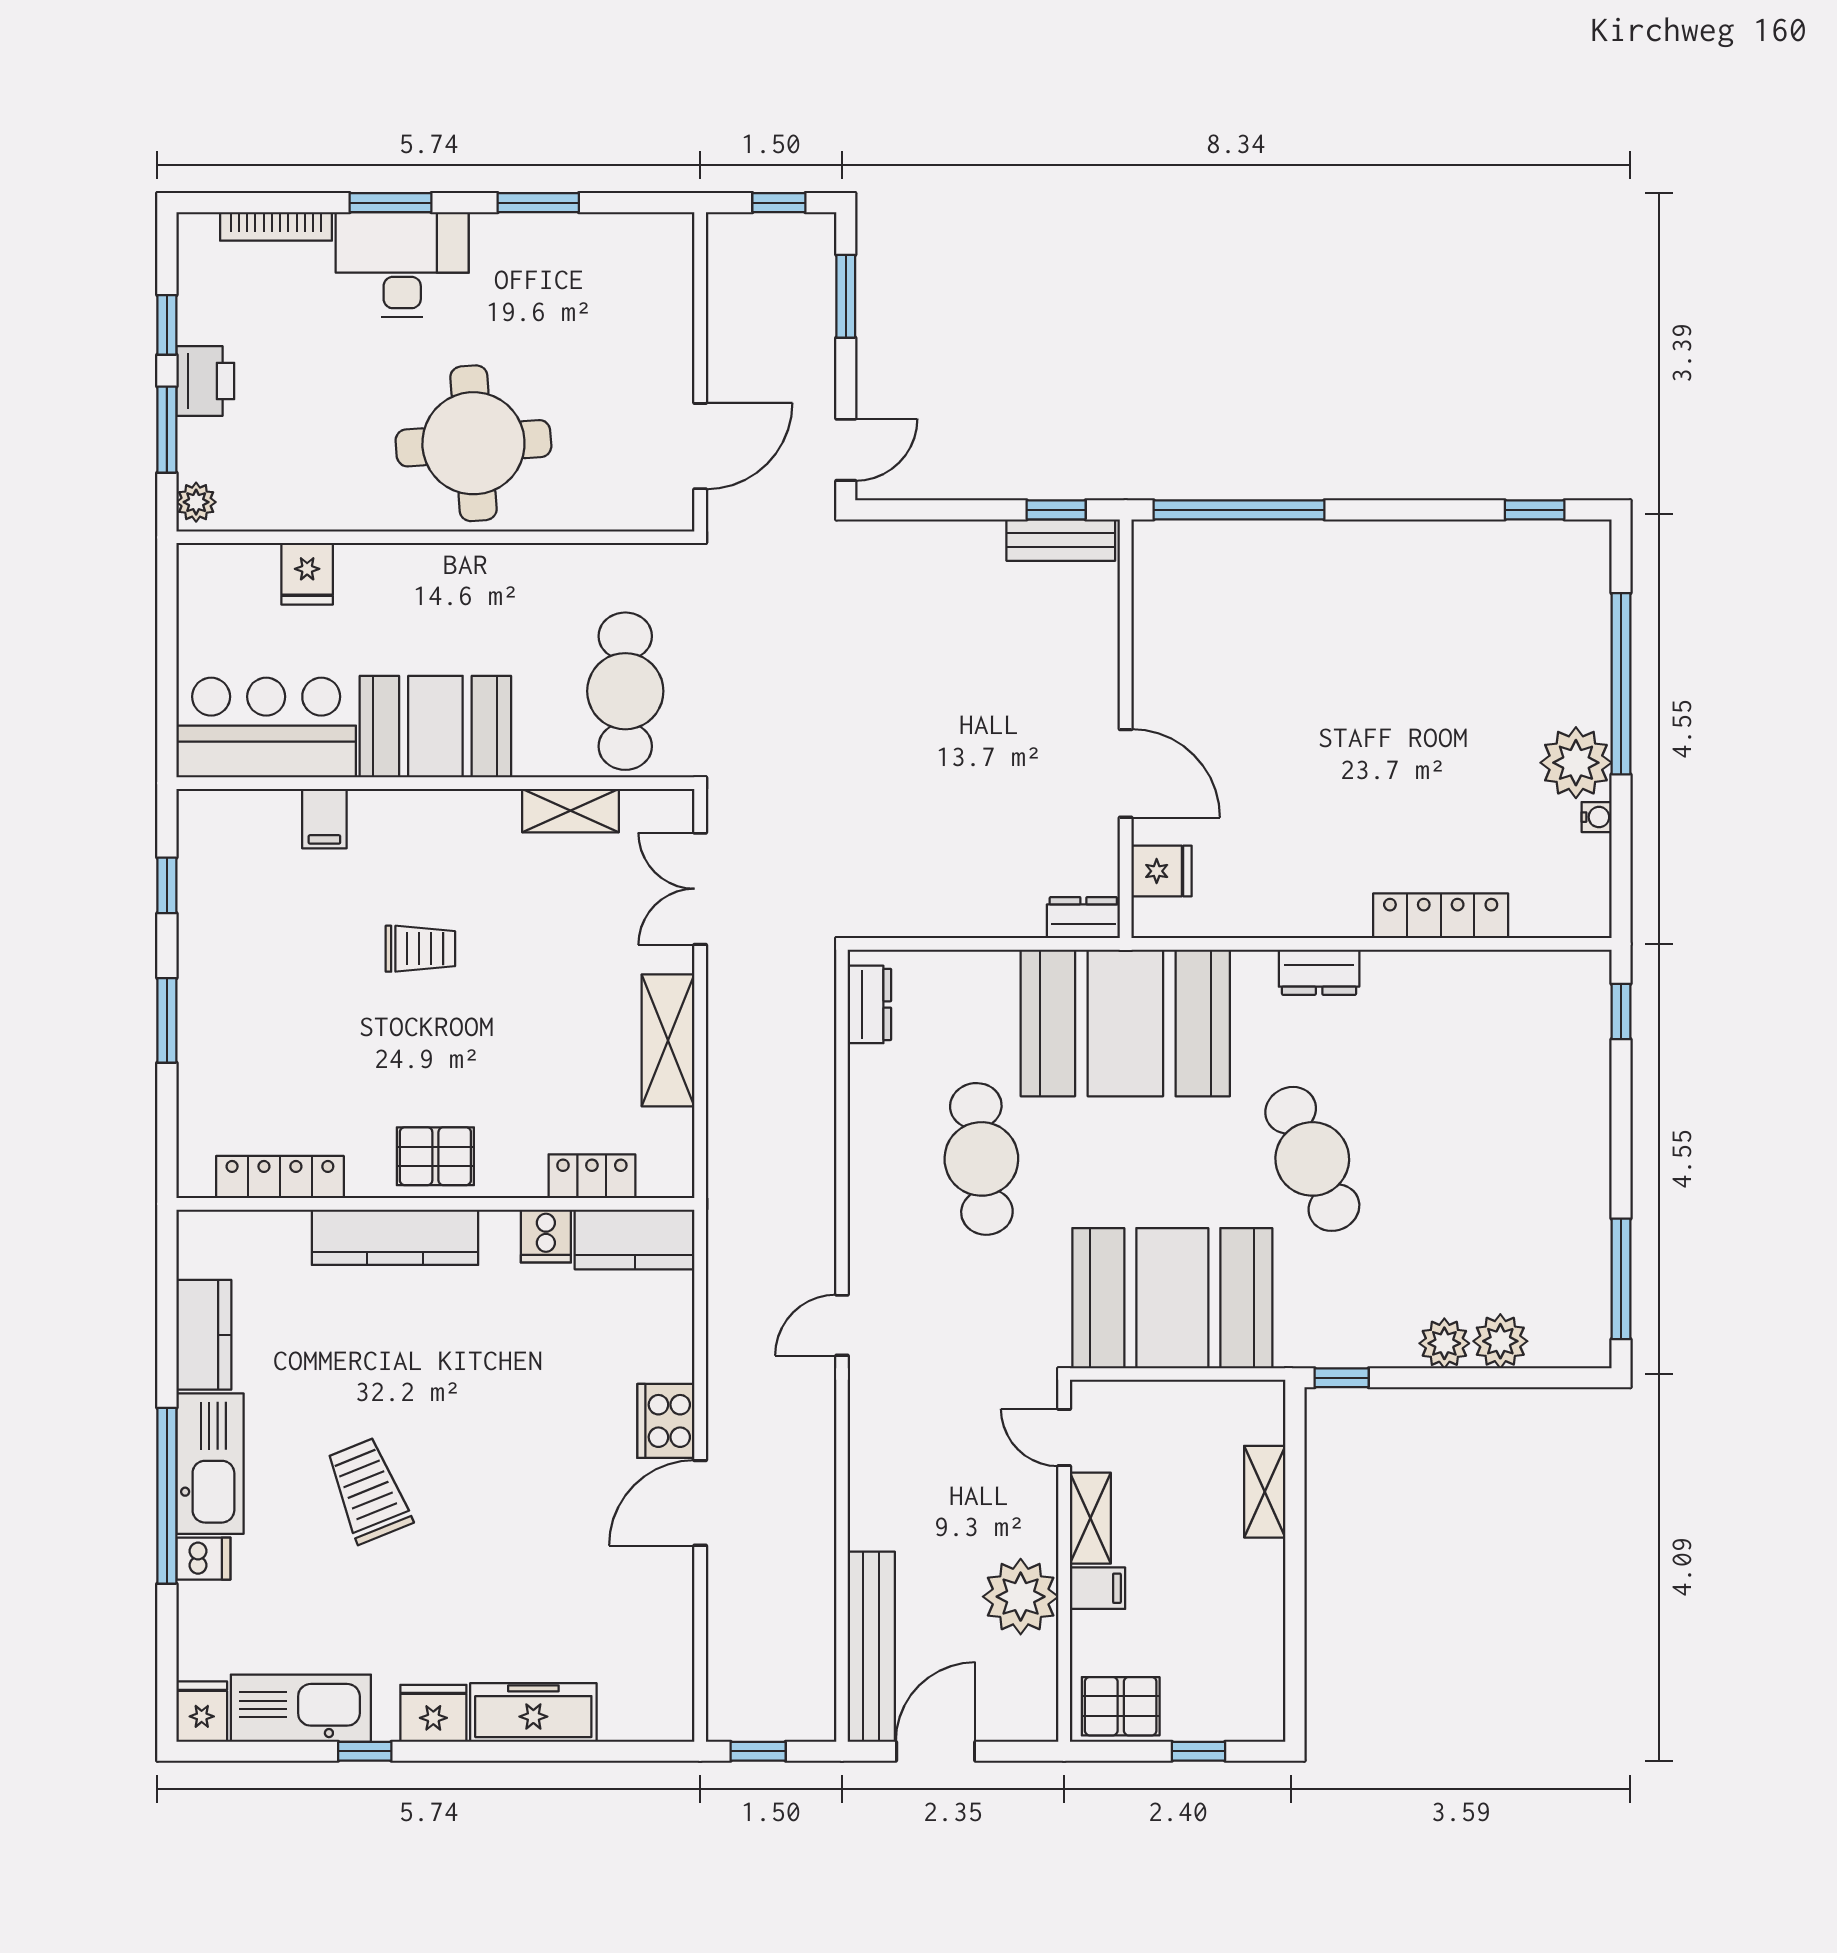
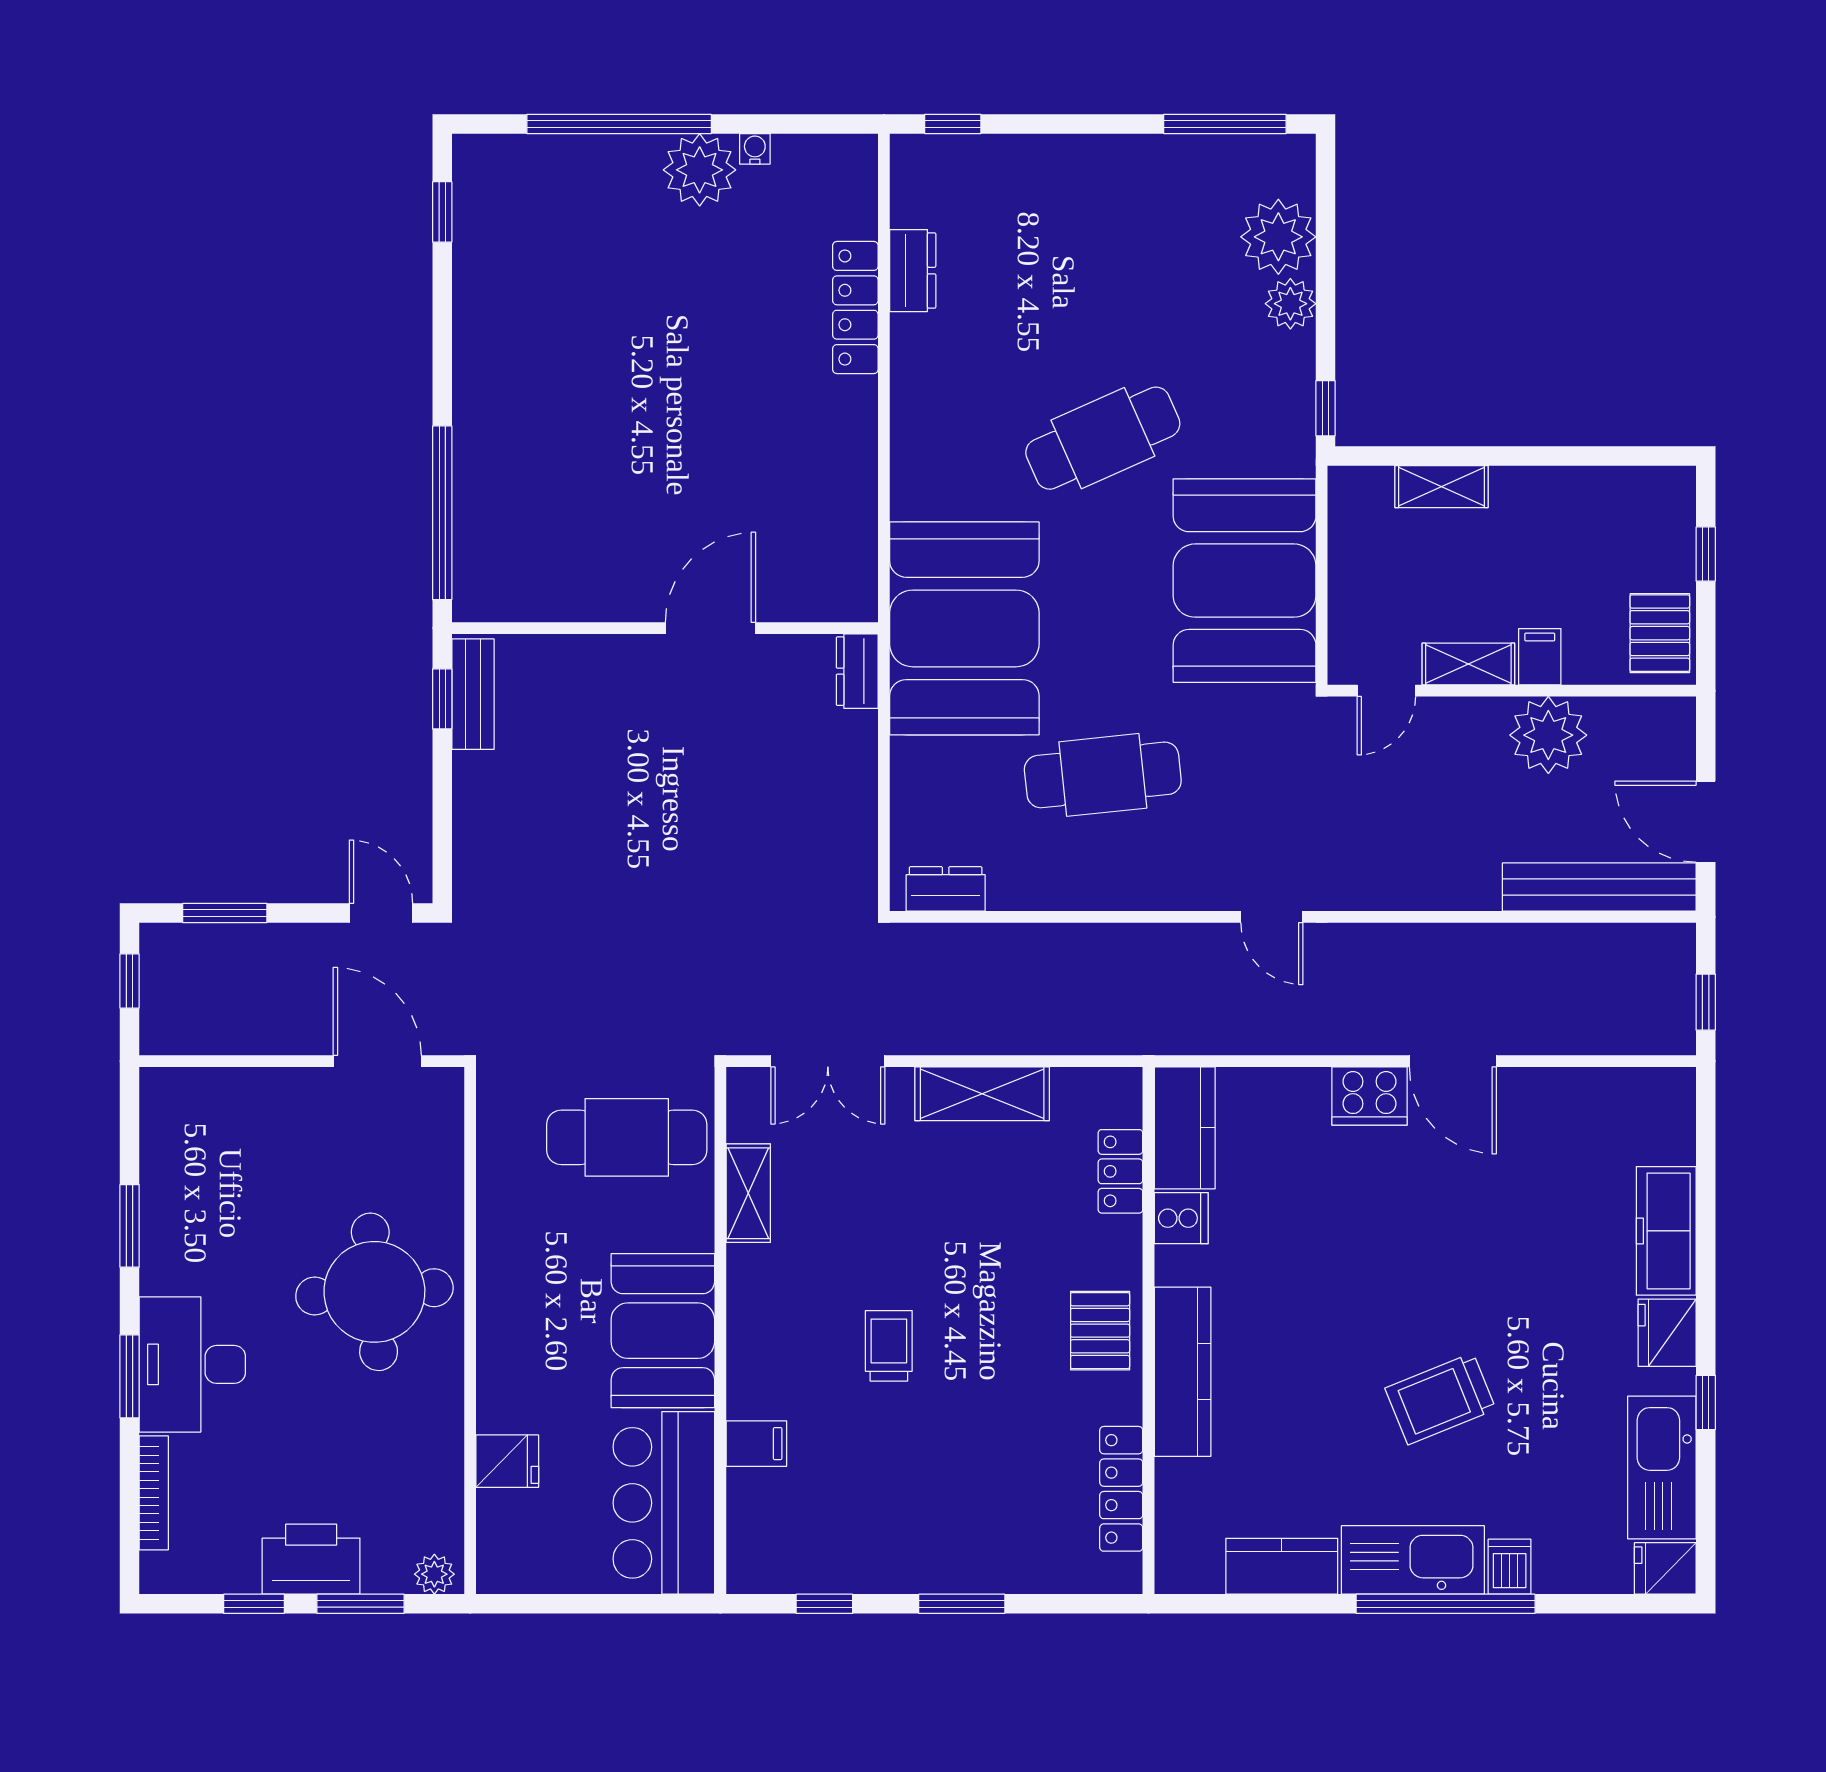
printer: (205, 381) -> (311, 1559), width x1.37, depth x1.19
fridge: (1161, 871) -> (810, 592), removed
dresser: (1319, 972) -> (913, 271), moved
plant: (1500, 1341) -> (1278, 237), width x1.36, depth x1.36

